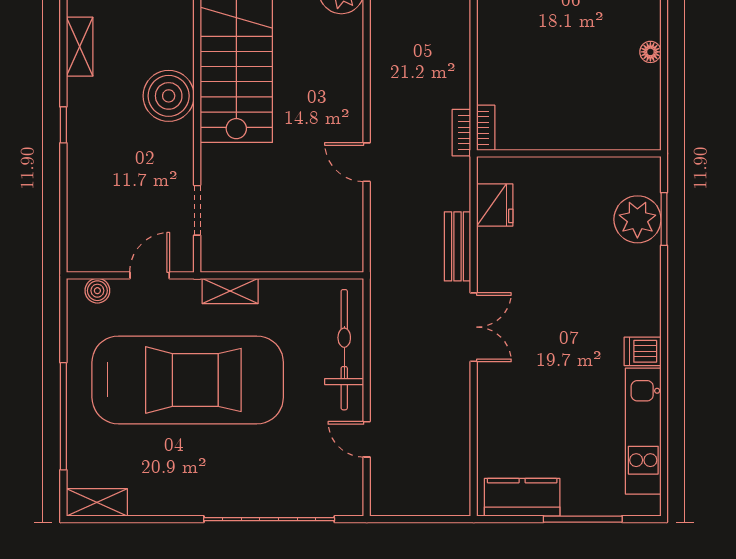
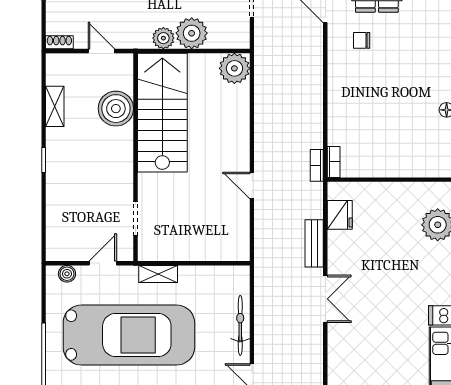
boiler: (169, 96) -> (116, 109), moved
bicycle: (344, 350) -> (240, 325), width x0.73, depth x0.71

